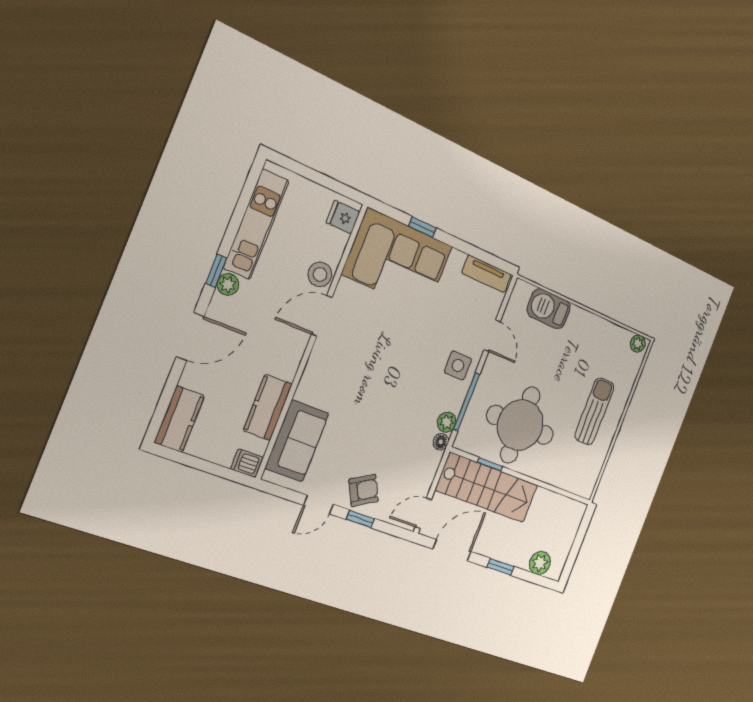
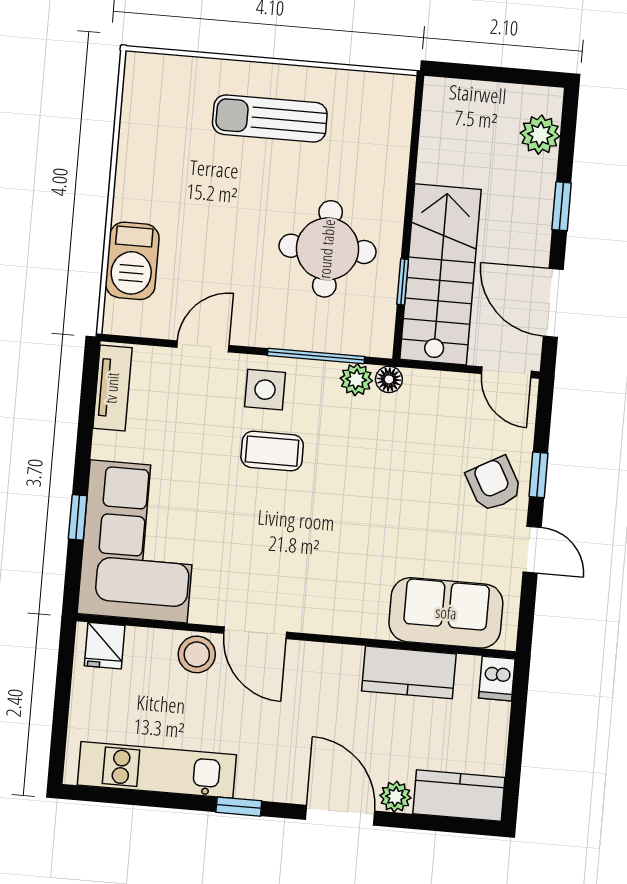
plant: (228, 284) -> (396, 797), moved
plant: (638, 344) -> (138, 74), removed
coffee table: (423, 359) -> (272, 451), added
round table: (520, 425) -> (327, 249), width x0.73, depth x0.73

